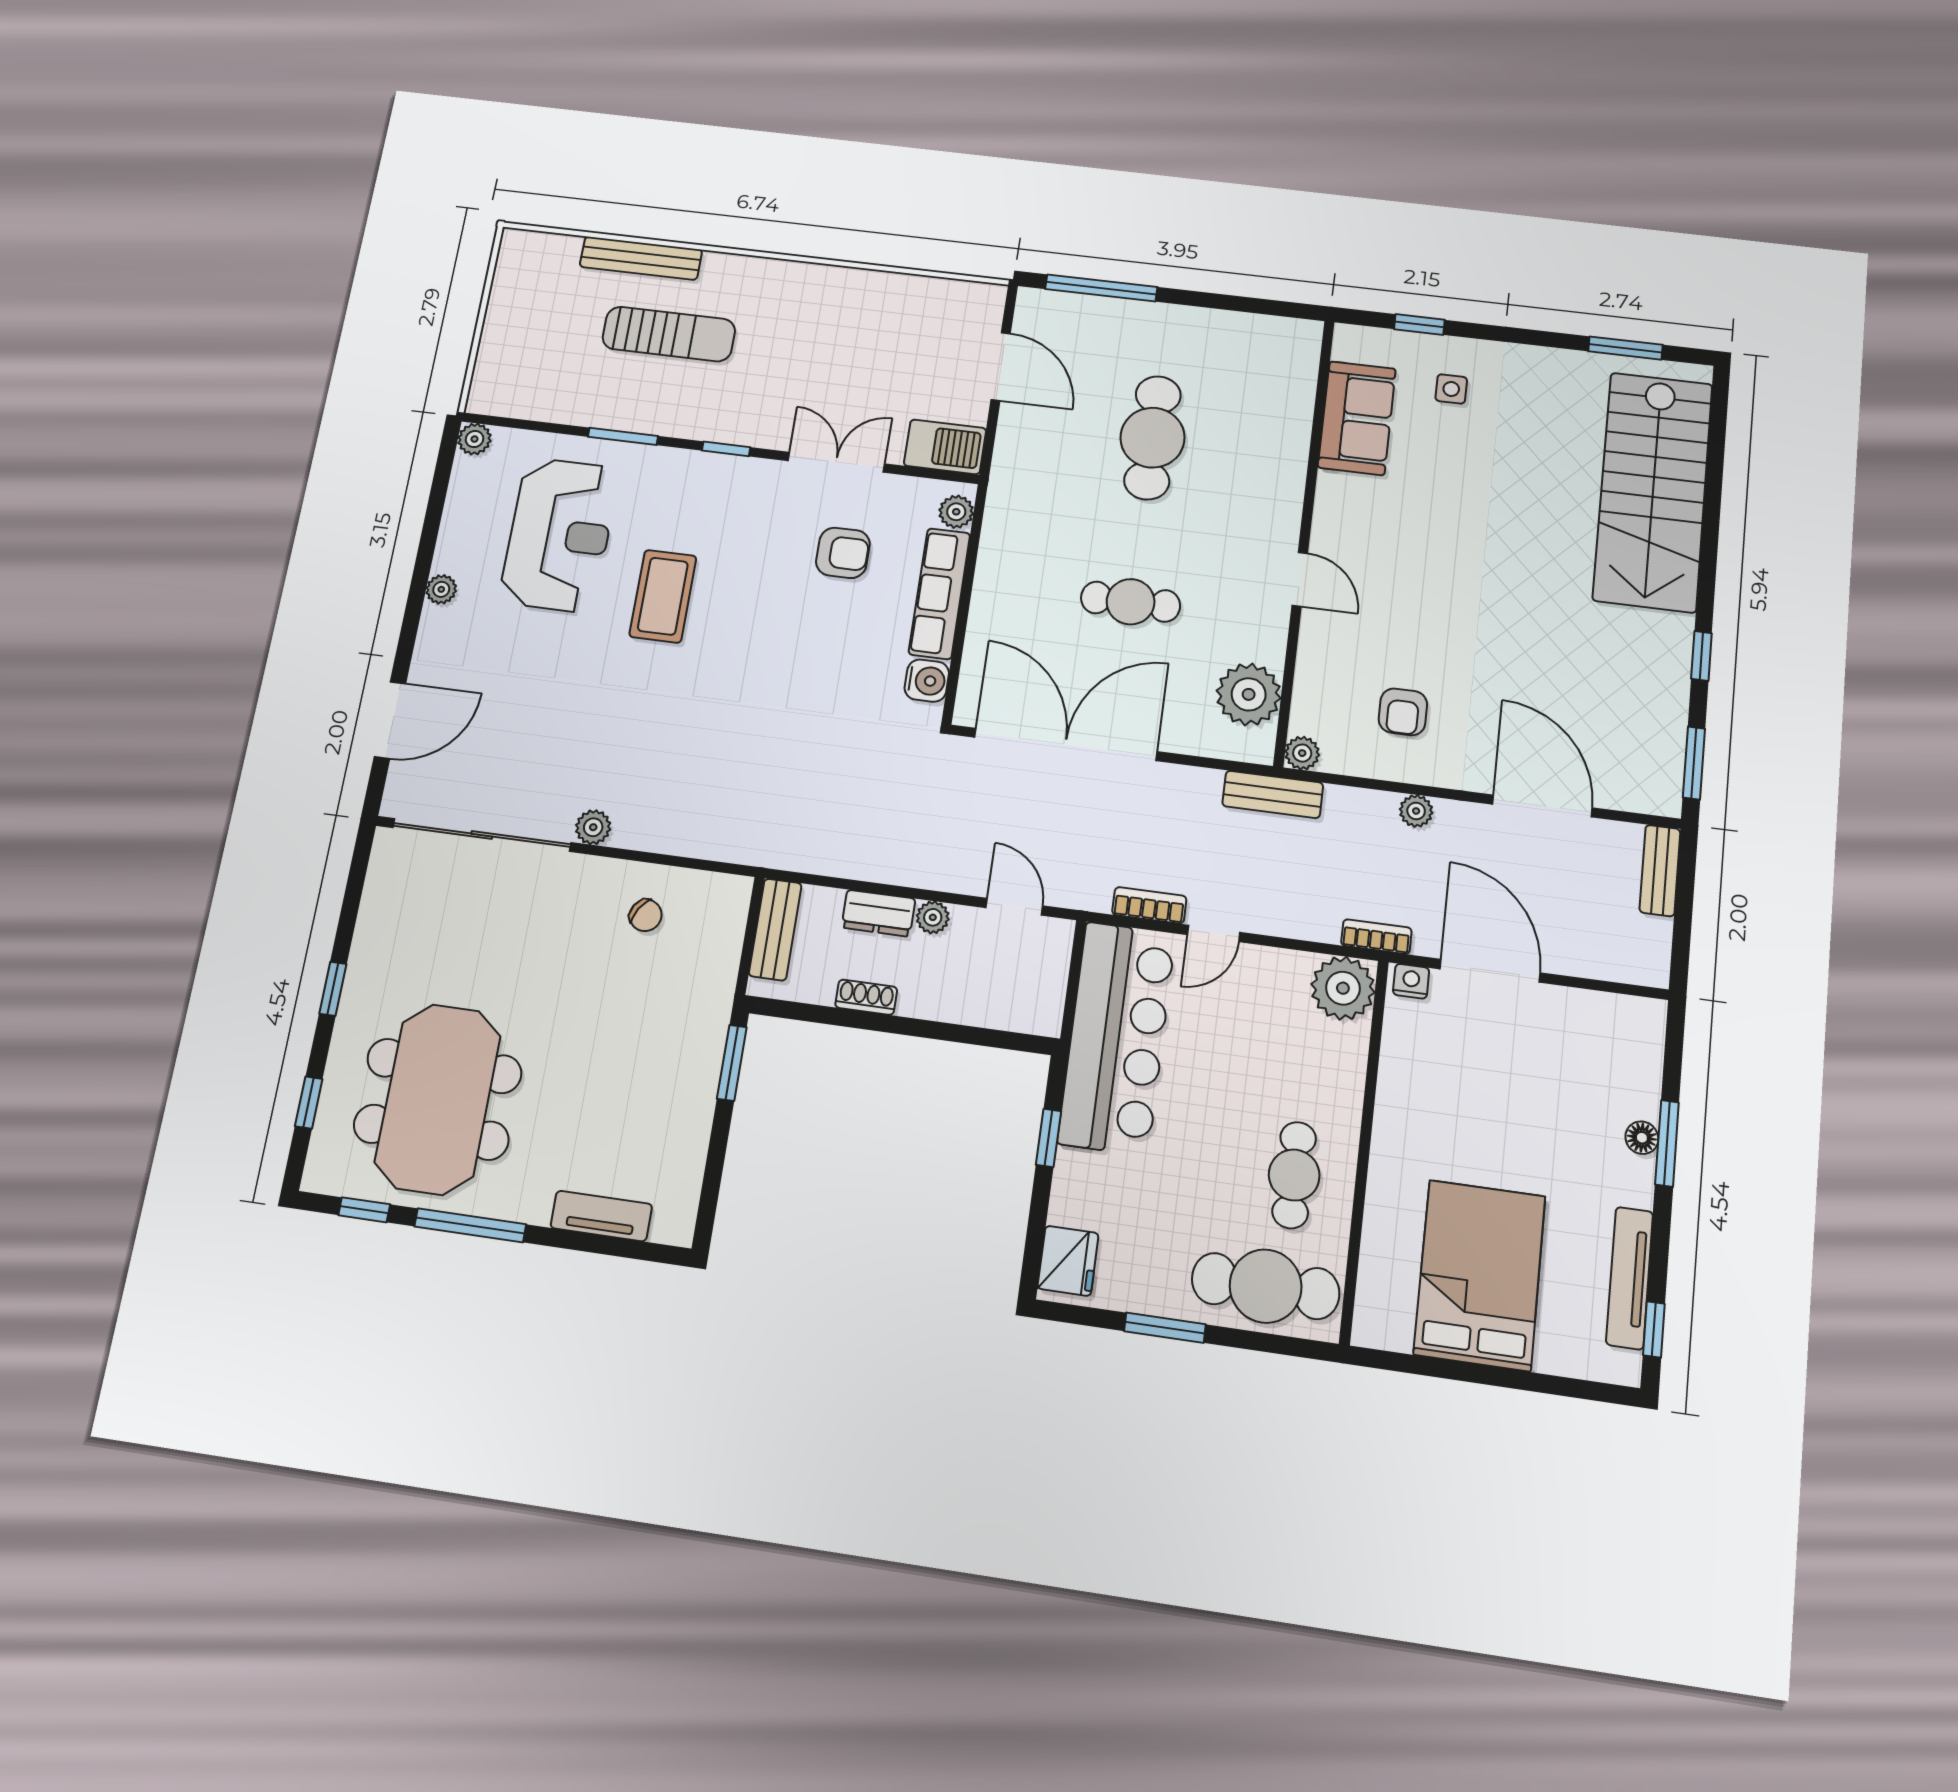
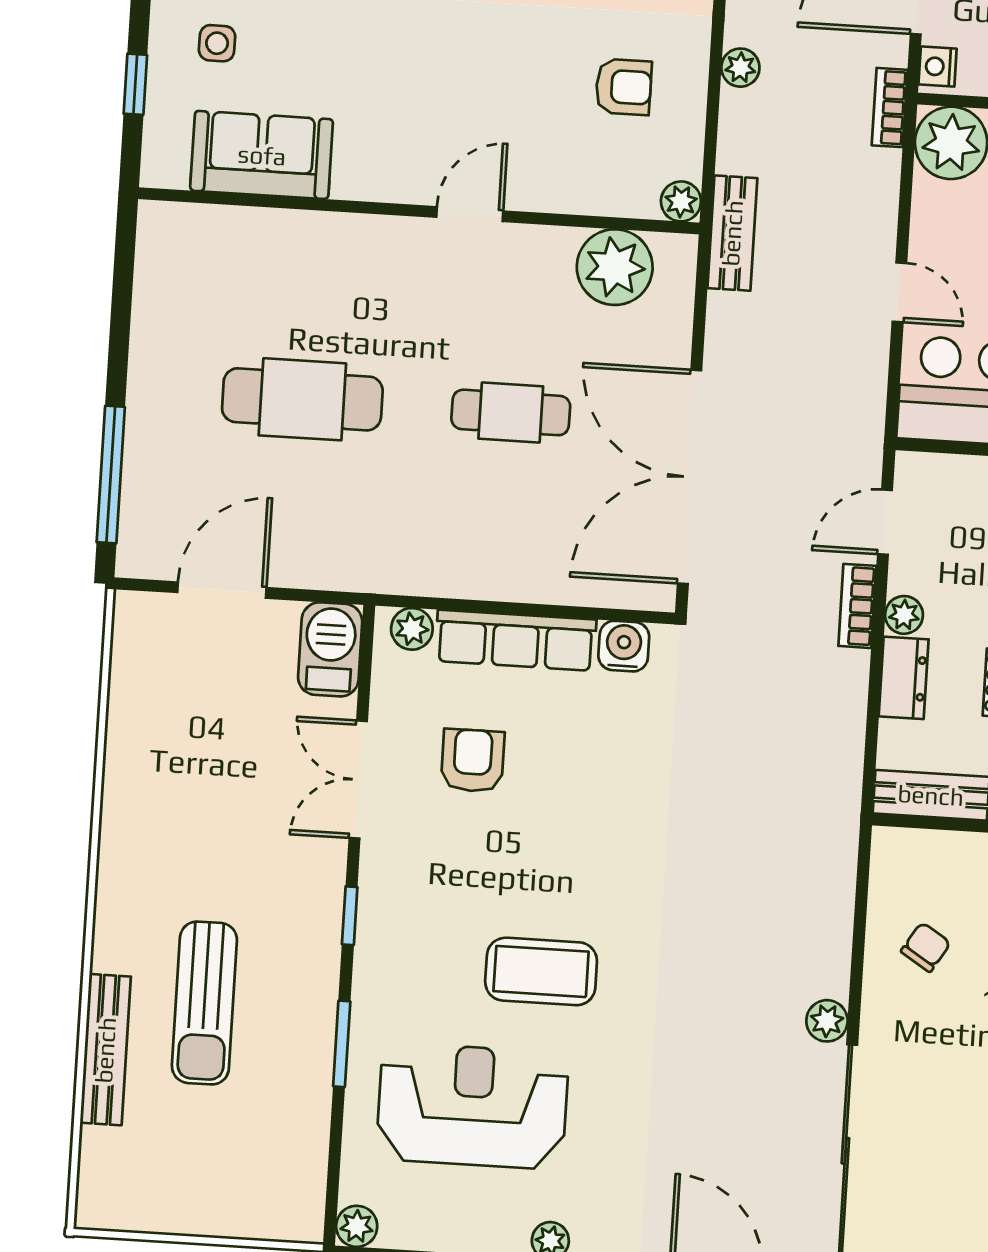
sun lounger: (669, 334) -> (204, 1003), turned 180
cafe table: (1131, 602) -> (511, 412), turned 90
bookcase: (1149, 905) -> (857, 606), moved

